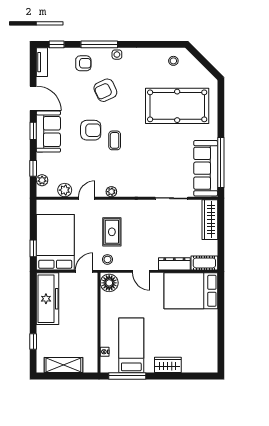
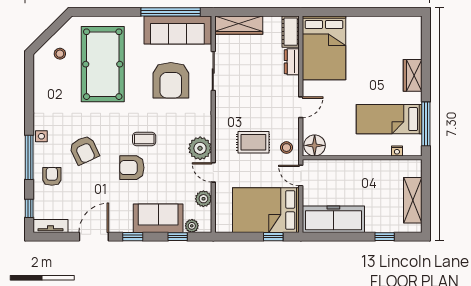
stool: (173, 61) -> (60, 54), moved
armchair: (91, 130) -> (132, 168), turned -90
sofa: (48, 132) -> (158, 218), moved
armchair: (164, 163) -> (171, 80), added
plant: (111, 192) -> (200, 148), width x1.88, depth x1.88
dresser: (174, 264) -> (292, 62), width x0.70

